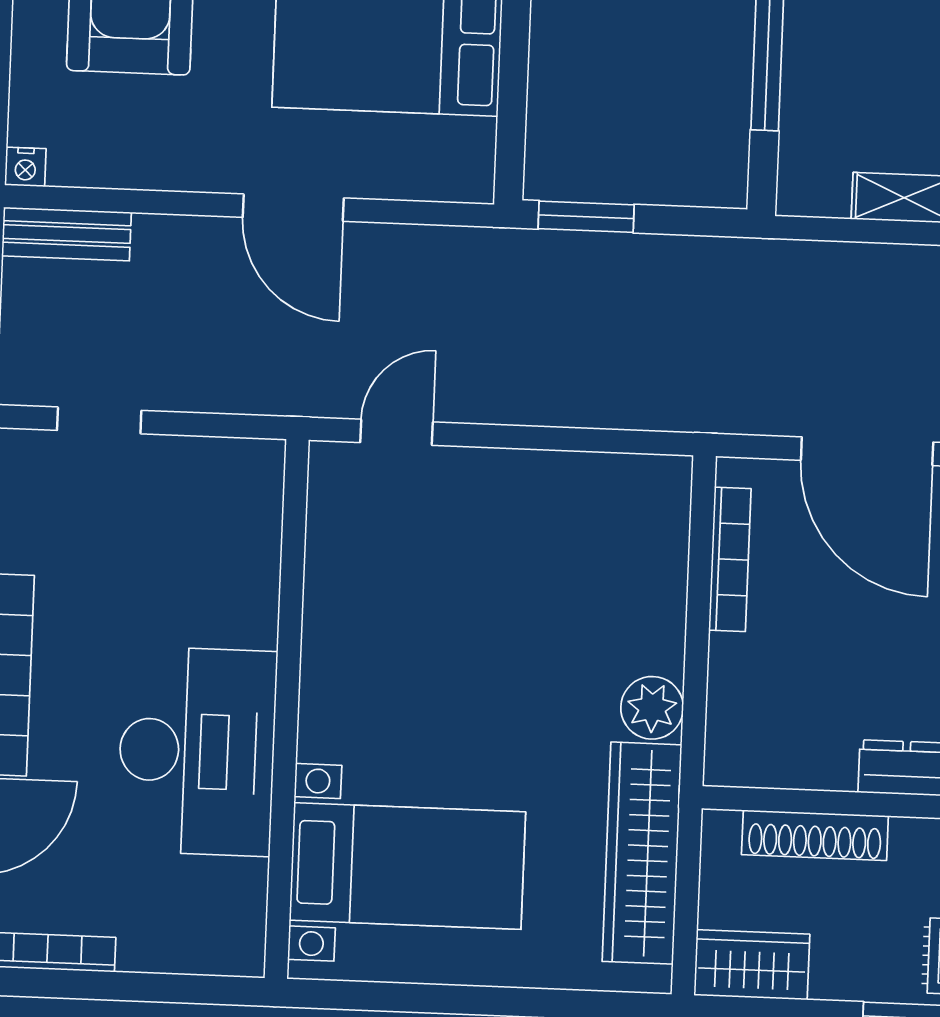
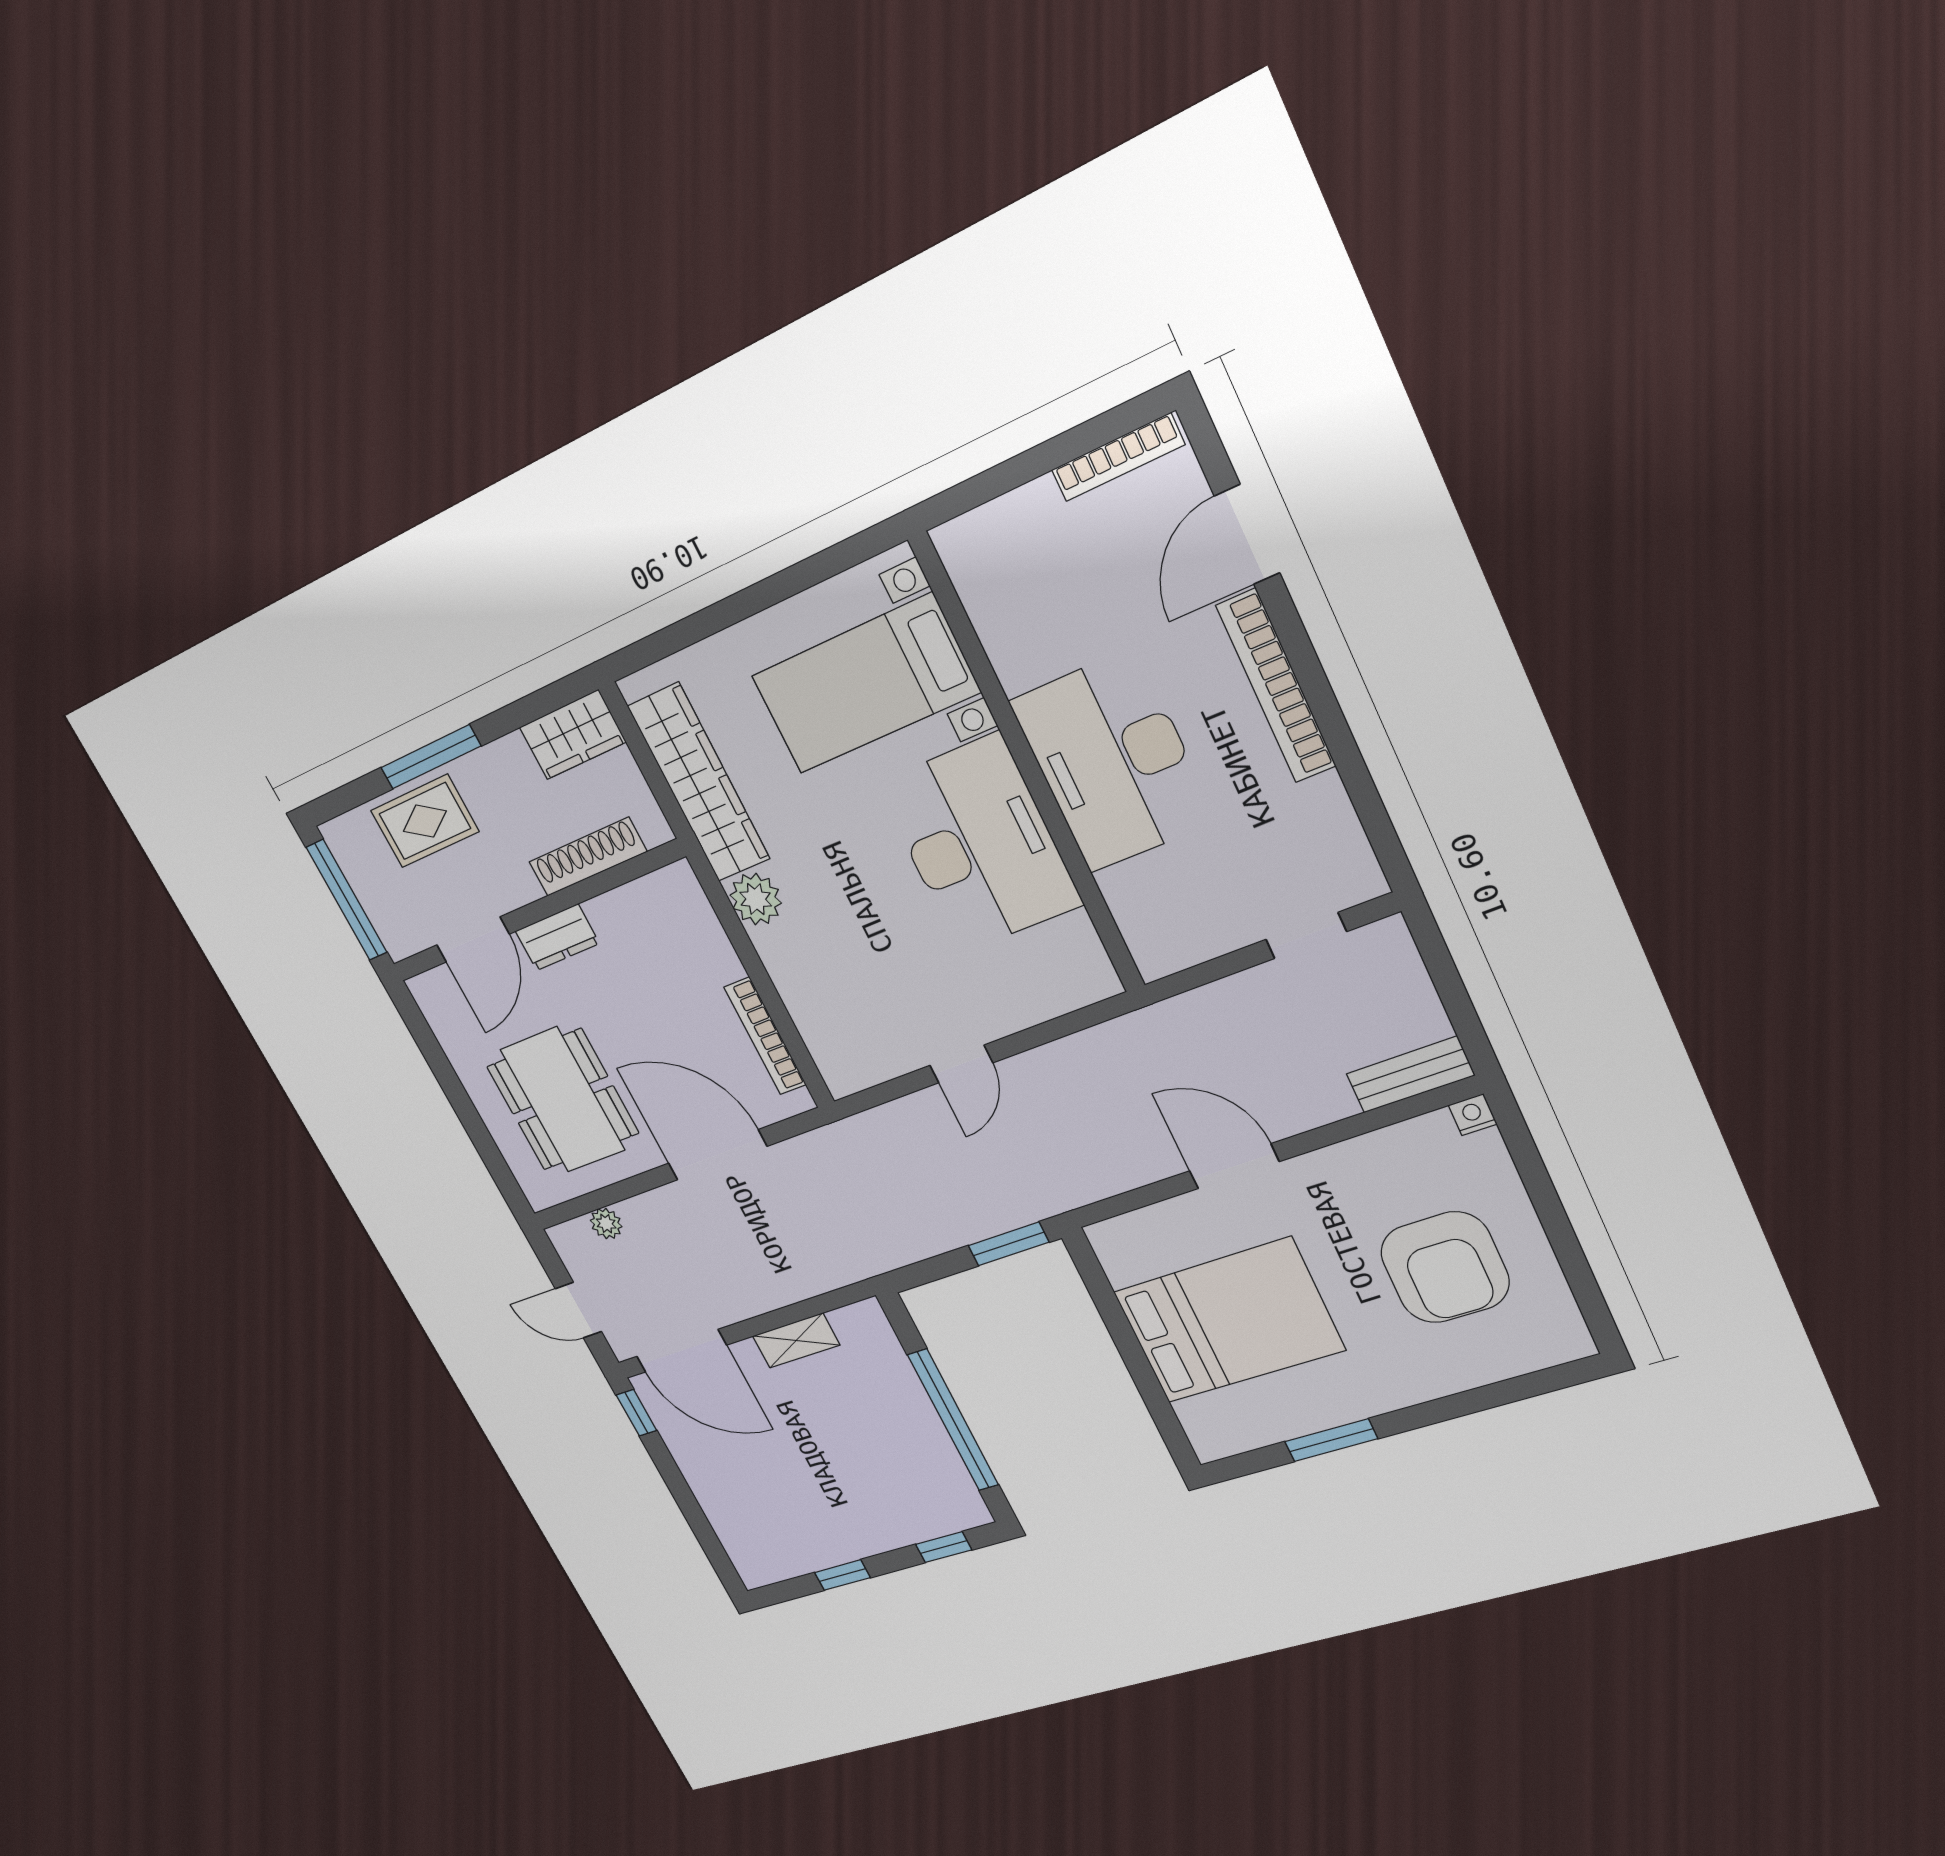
door: (396, 432) -> (961, 1064), moved
desk: (379, 657) -> (980, 844), added
desk: (197, 751) -> (1113, 761), moved

